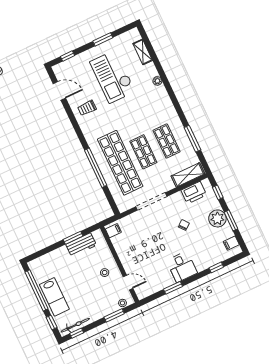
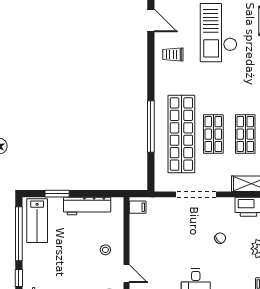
window: (73, 238) -> (57, 194), moved
workbench: (81, 245) -> (87, 206), width x1.38
lab bench: (54, 297) -> (37, 221), moved

